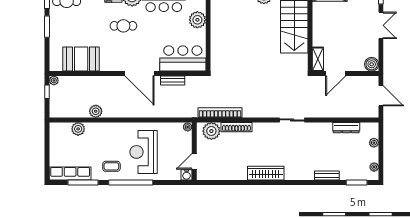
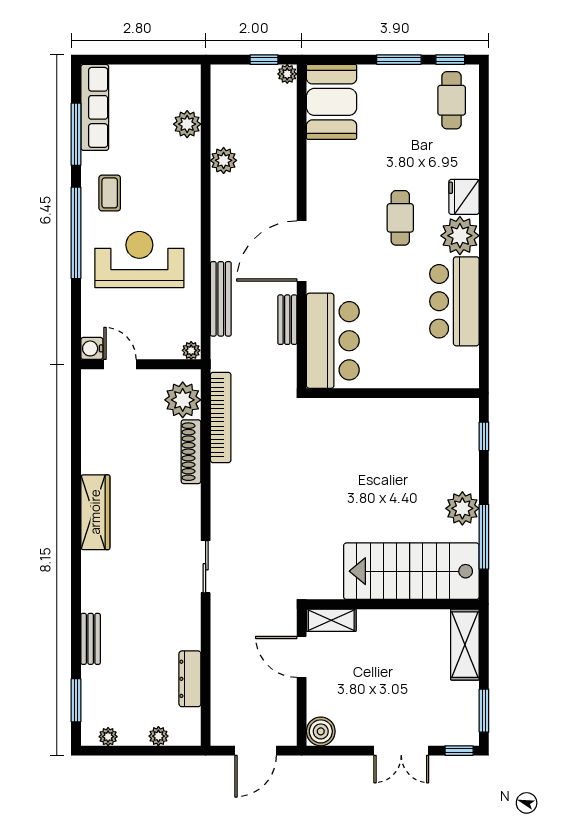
plant: (197, 20) -> (413, 371), removed
booth: (81, 59) -> (332, 102), moved
bench: (163, 113) -> (221, 299), added

